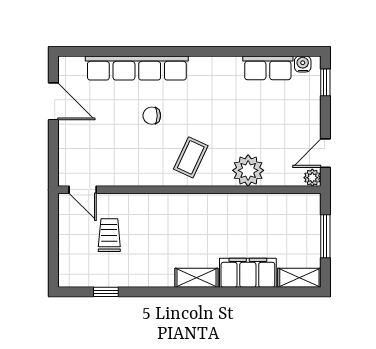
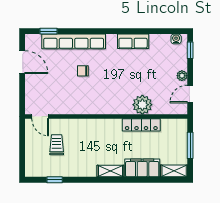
window: (96, 51) -> (48, 31), added
row of seats: (268, 68) -> (133, 41), moved
coffee table: (191, 157) -> (107, 97), removed
plant: (312, 178) -> (182, 76), moved
locker: (246, 203) -> (141, 125), added

